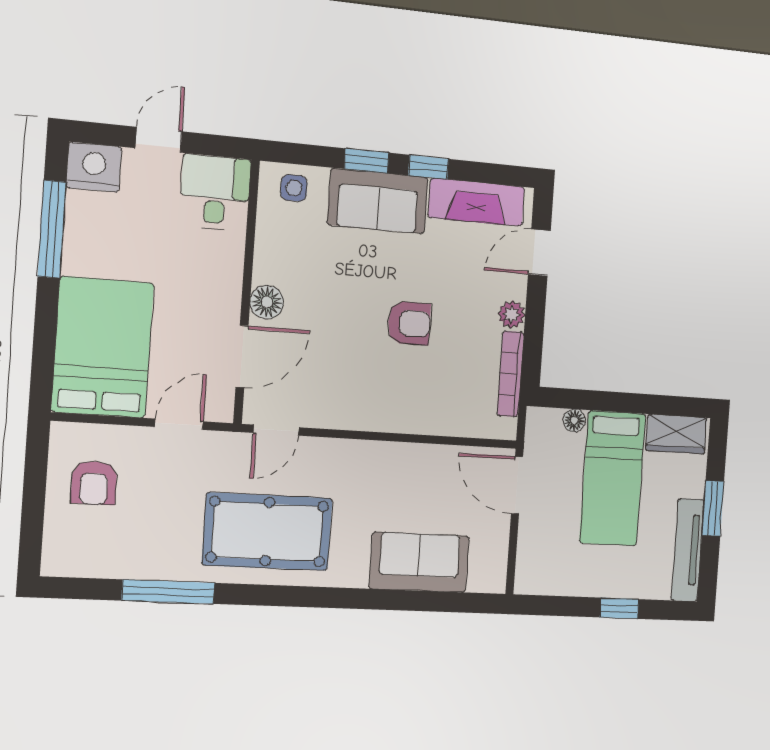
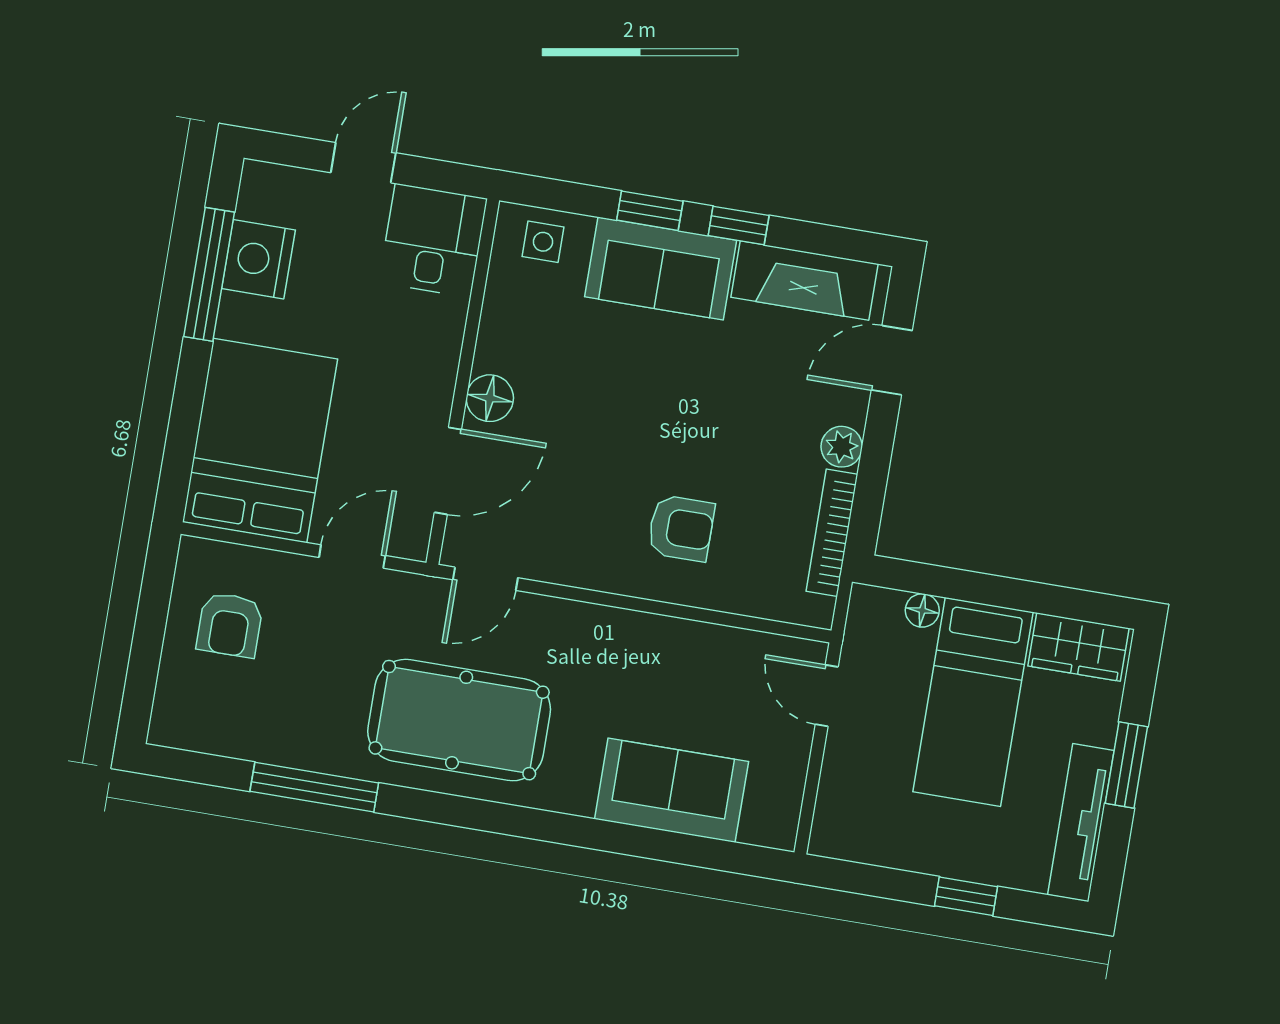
nightstand: (94, 167) -> (258, 259), moved, turned -90
armchair: (409, 323) -> (681, 528), moved
door: (517, 485) -> (827, 696), width x0.73

